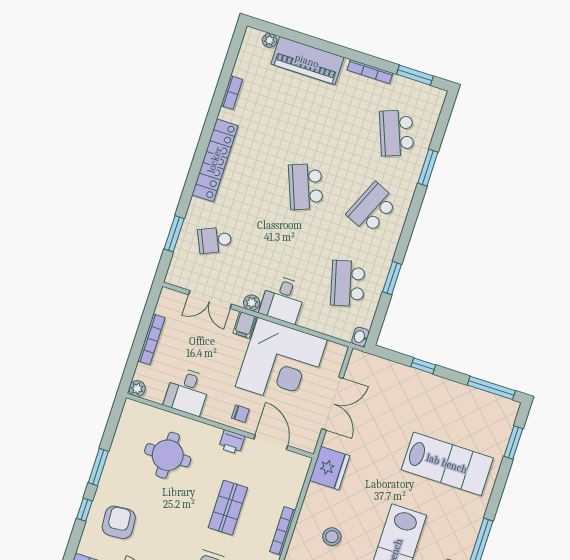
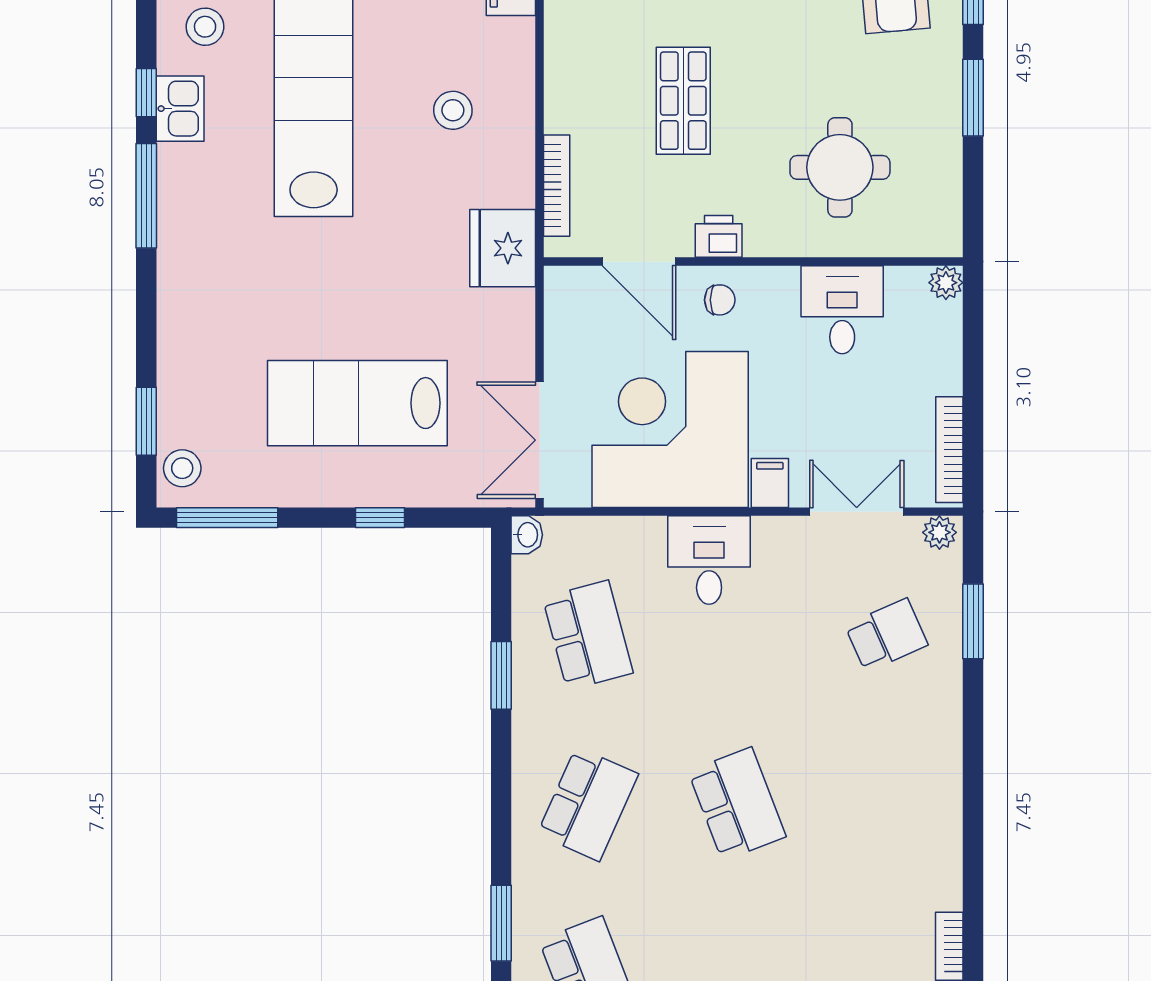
locker: (215, 160) -> (939, 798), removed
plant: (252, 303) -> (939, 532), moved
bookcase: (151, 339) -> (949, 450), moved
double door: (332, 404) -> (539, 440), moved
chair: (240, 414) -> (720, 300), turned 180
stool: (504, 416) -> (182, 468), added
lab bench: (447, 464) -> (357, 403), moved
bookcase: (283, 531) -> (557, 186), moved

